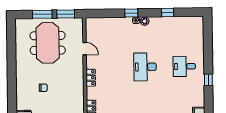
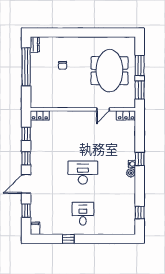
window: (168, 13) -> (140, 212), moved
meeting table: (48, 43) -> (109, 71), turned 90
locker: (91, 78) -> (126, 115), moved

